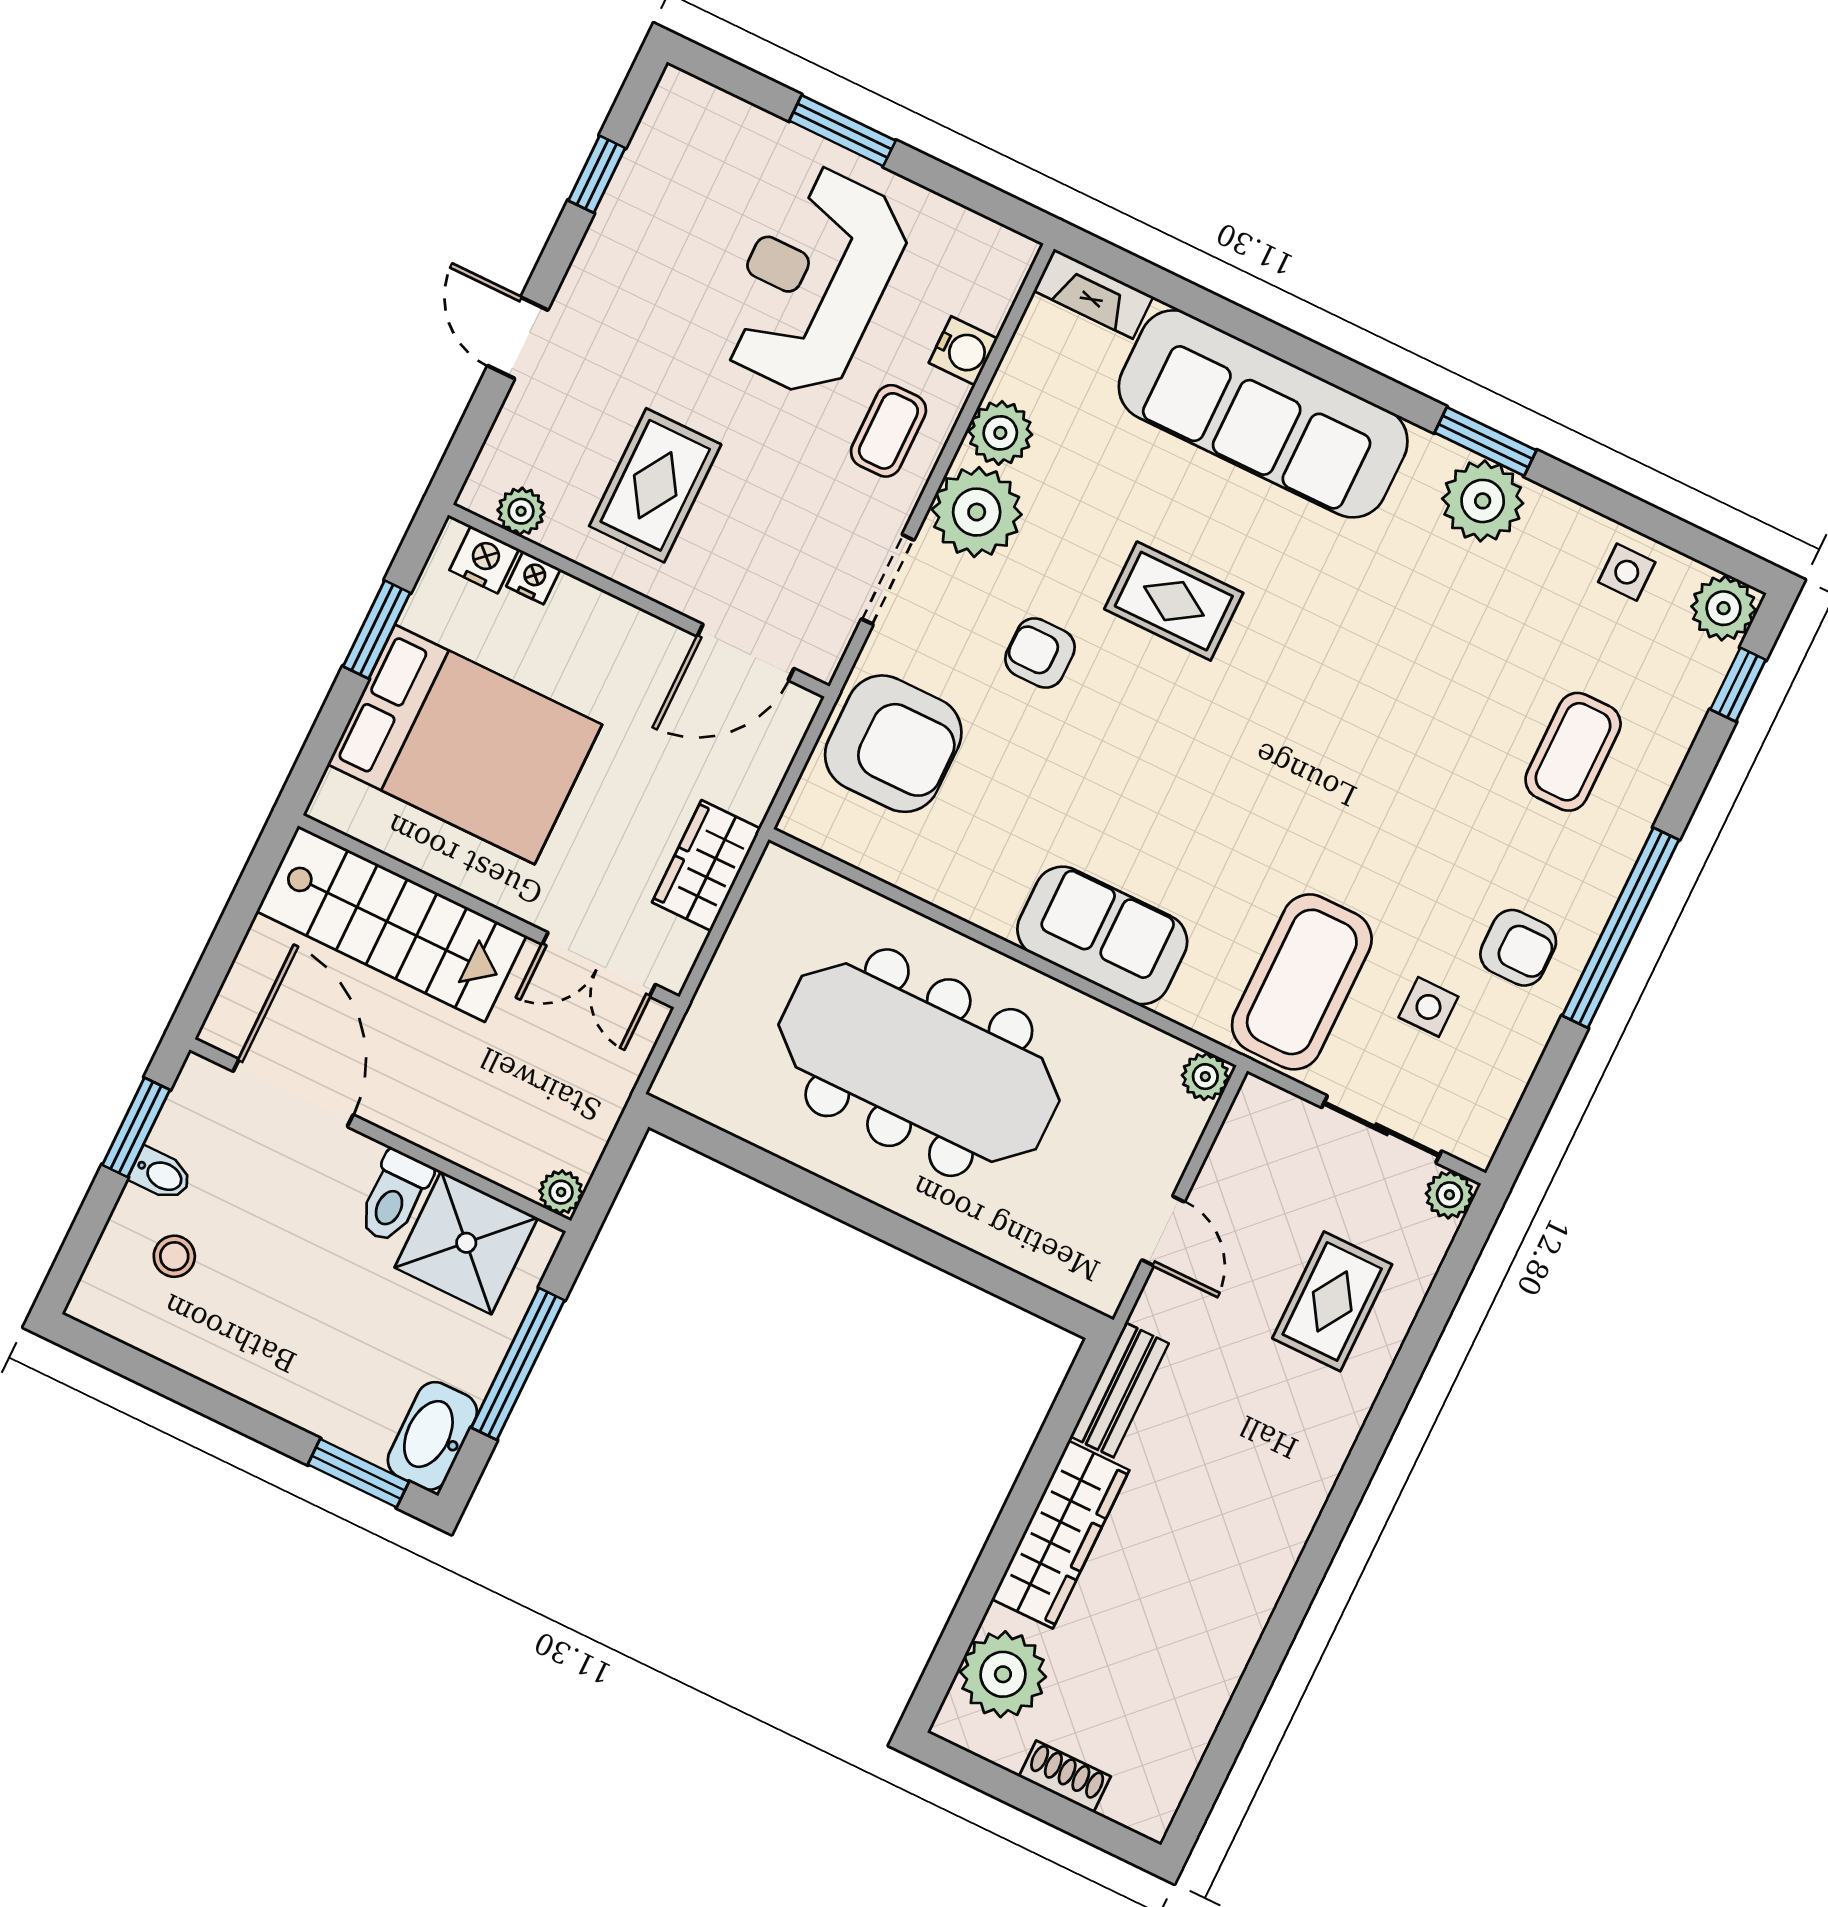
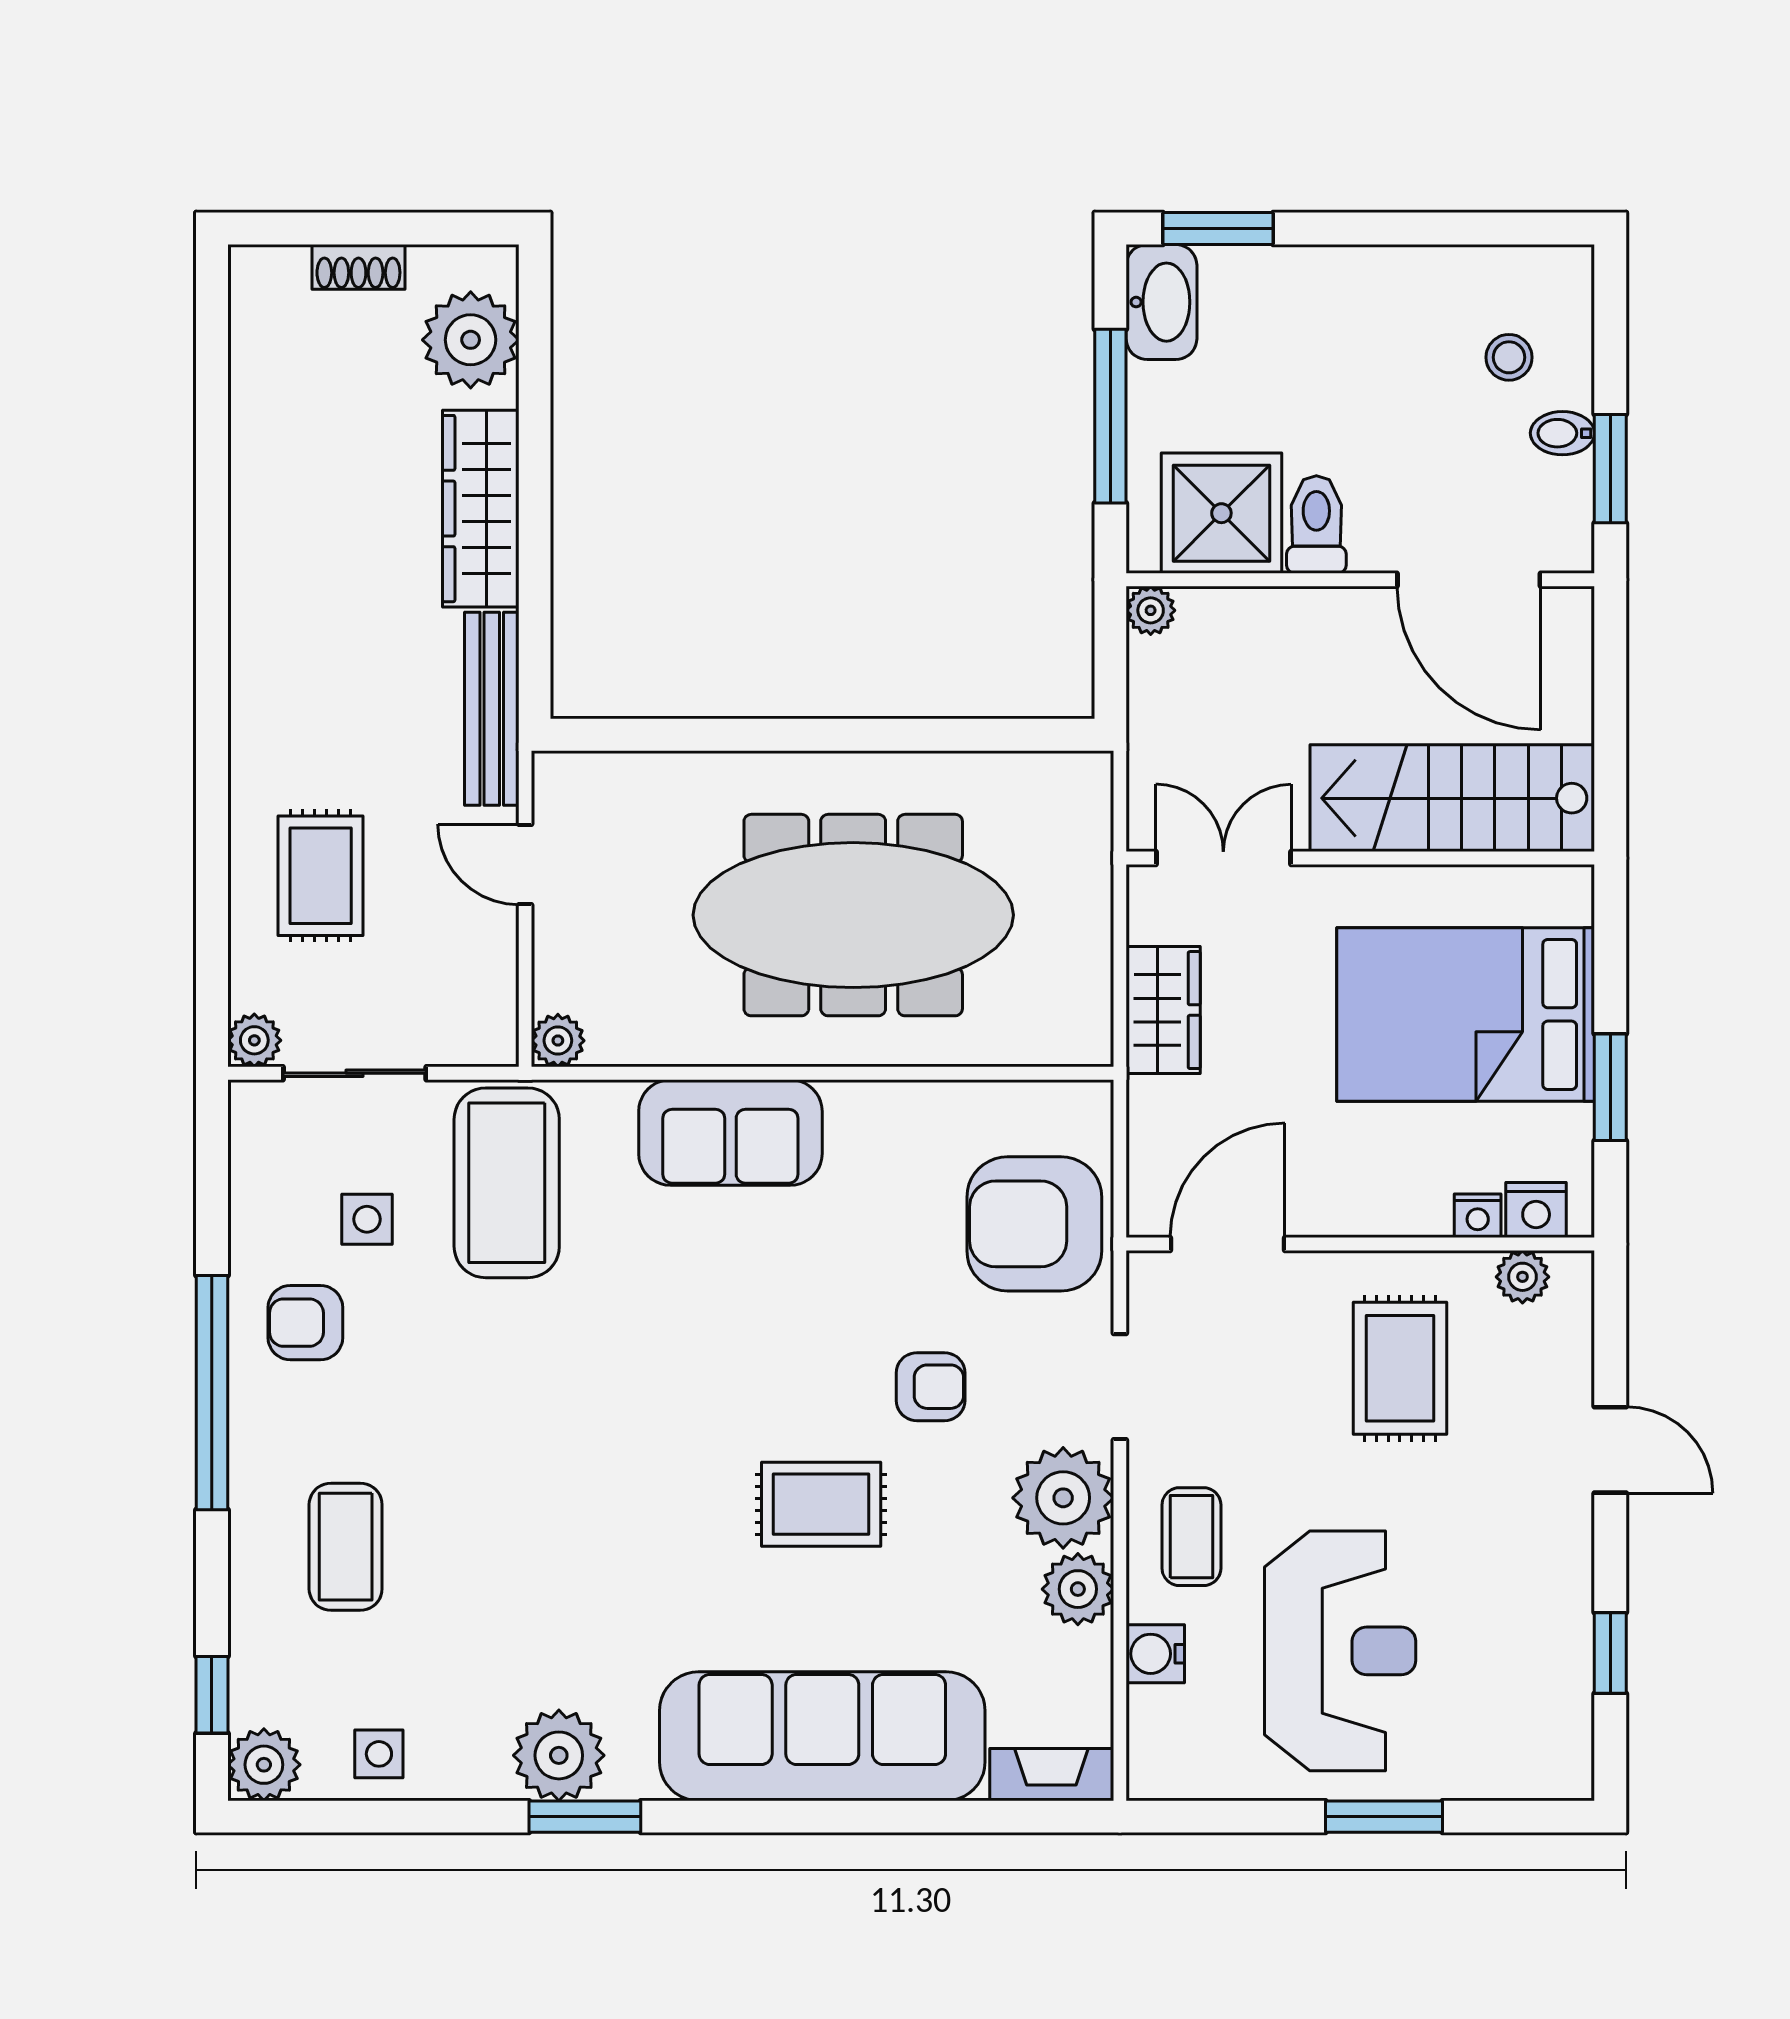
bench: (1119, 1390) -> (492, 709), width x1.36

